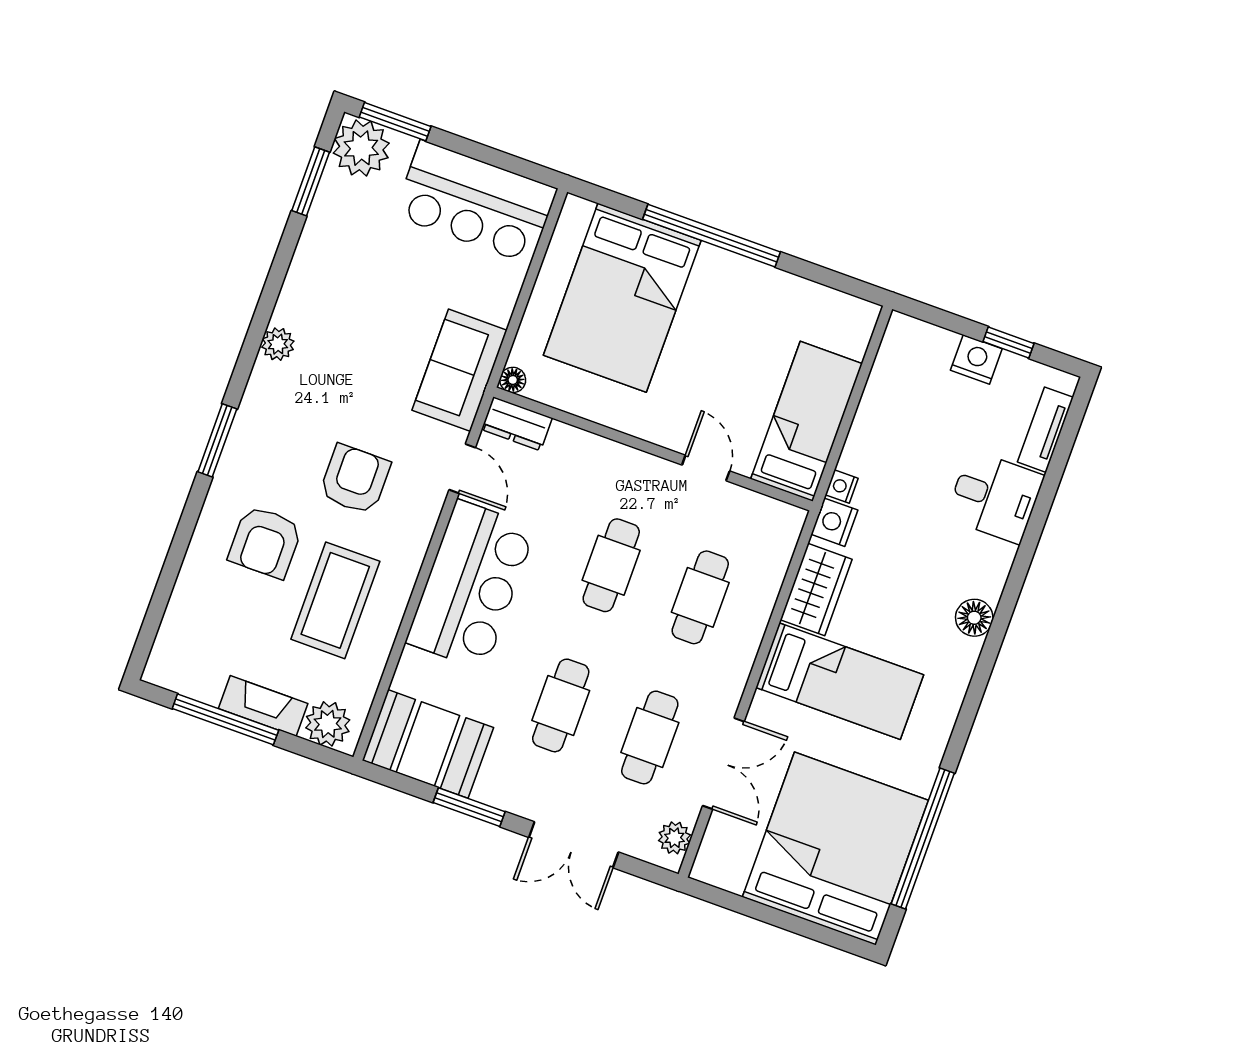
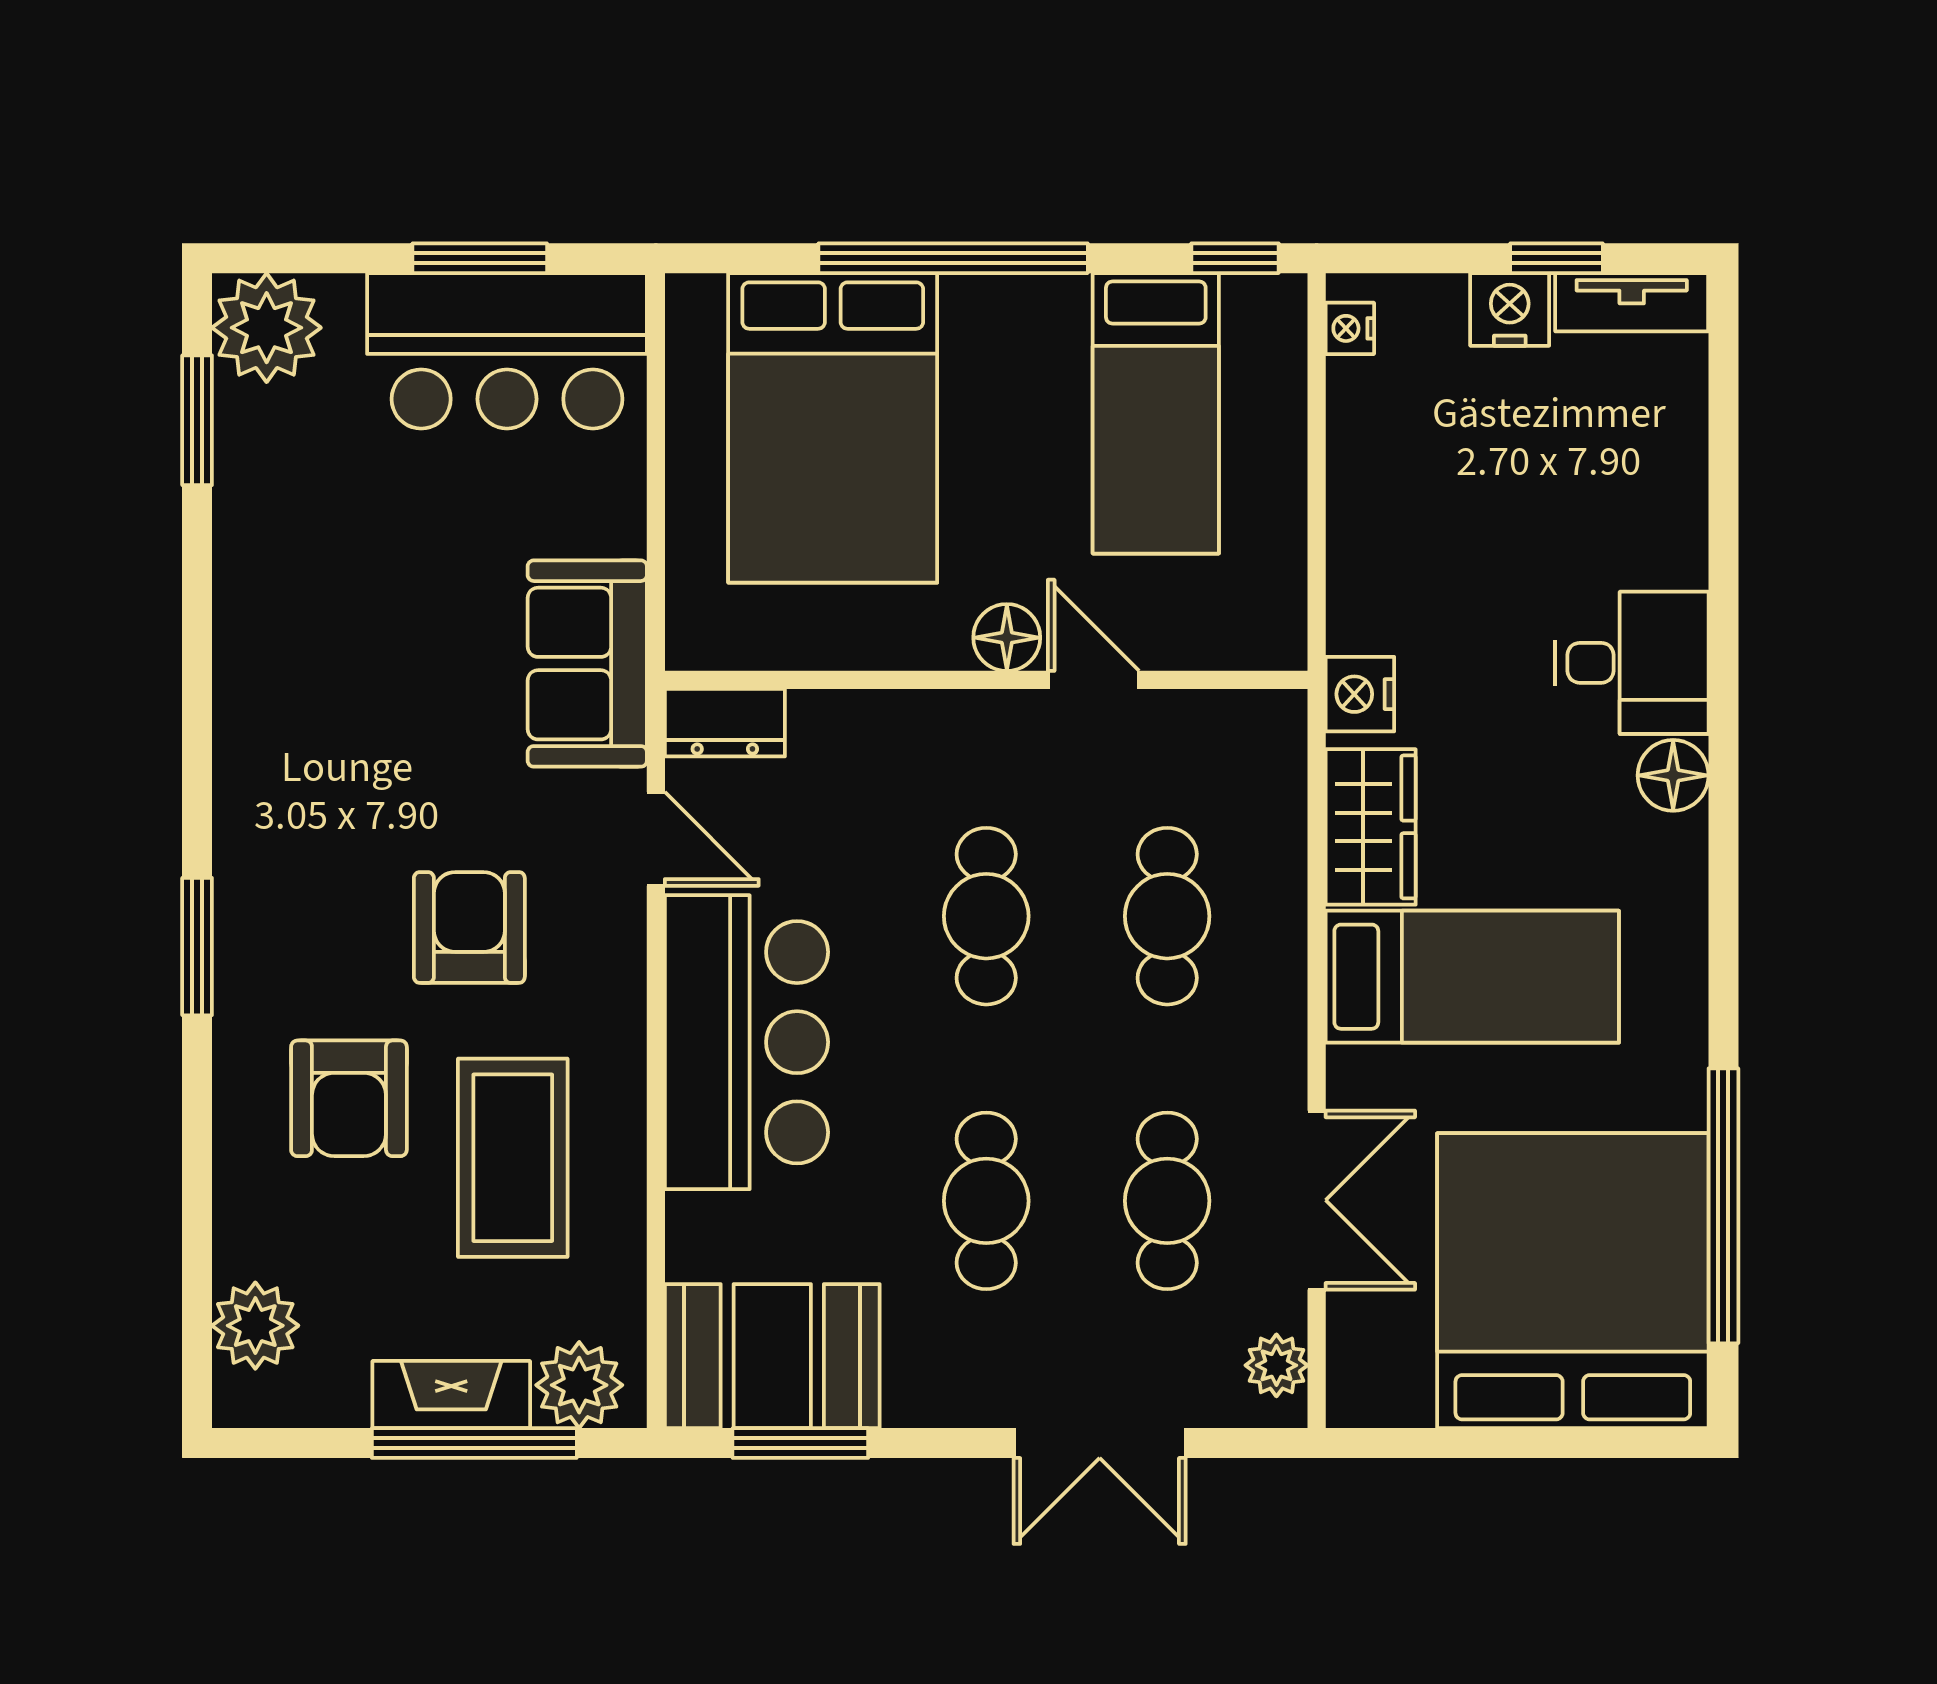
window: (395, 122) -> (480, 258), moved
window: (850, 286) -> (1235, 258), added
plant: (278, 344) -> (255, 1326), moved, width x1.38, depth x1.38
floor lamp: (513, 380) -> (1007, 638), moved, width x1.37, depth x1.37
bed: (807, 421) -> (1156, 413), moved, turned 180
tv unit: (1045, 430) -> (1632, 302), moved, turned -90
nightstand: (842, 487) -> (1350, 328), moved
desk: (995, 497) -> (1632, 663), moved
window: (225, 719) -> (474, 1443), moved
window: (469, 807) -> (800, 1443), moved

